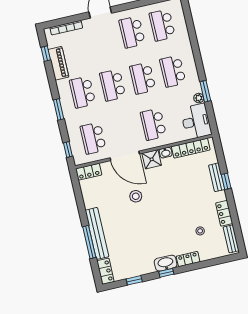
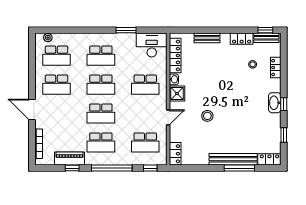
window: (46, 54) -> (72, 168), moved
plant: (199, 98) -> (48, 38), moved
window: (59, 109) -> (112, 168), width x2.11
door: (125, 156) -> (168, 117), width x0.53
window: (226, 181) -> (265, 30), moved
locker: (188, 259) -> (276, 68), moved

